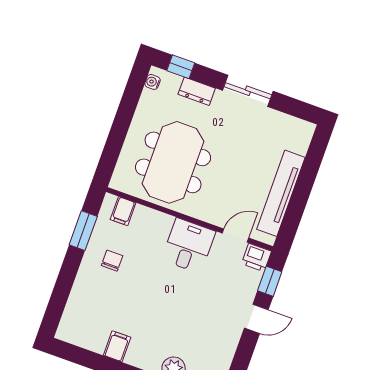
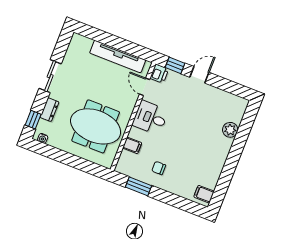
filing cabinet: (123, 211) -> (132, 145), moved
door: (256, 319) -> (199, 75), hinge flipped
filing cabinet: (117, 346) -> (204, 194), moved

